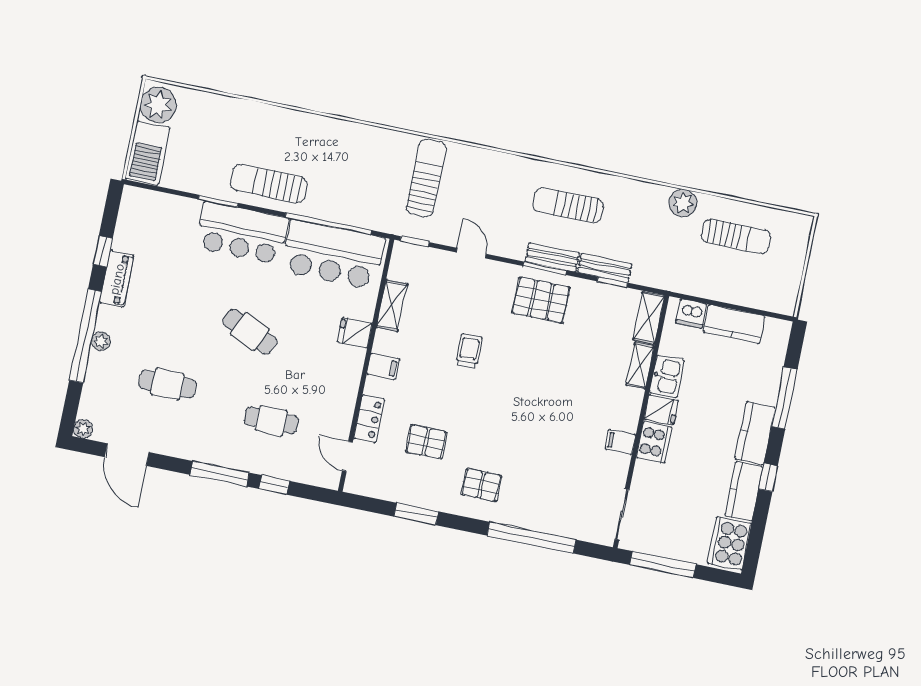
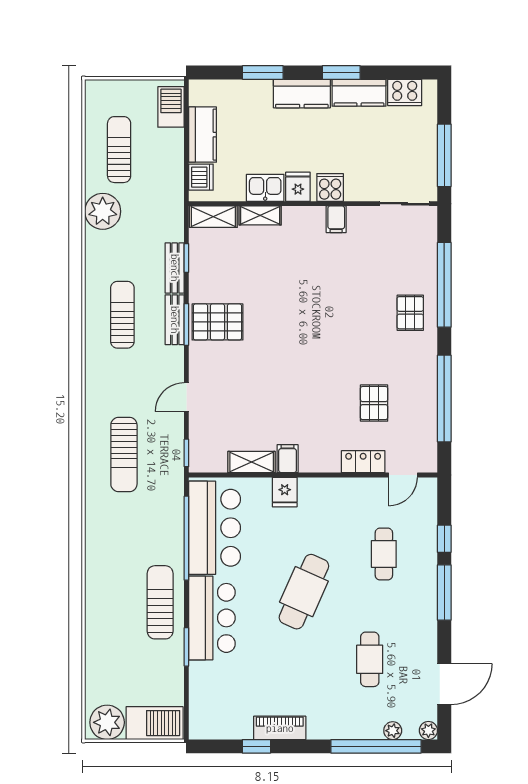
sun lounger: (426, 178) -> (124, 455), turned -90
sun lounger: (269, 184) -> (160, 602), turned 180
plant: (683, 203) -> (103, 211), width x1.36, depth x1.36
sun lounger: (568, 205) -> (122, 315), turned 180
barbecue: (769, 298) -> (171, 107), added
pallet: (541, 300) -> (217, 322), turned 90
cafe table: (250, 332) -> (304, 592), width x1.37, depth x1.35
window: (86, 336) -> (376, 746), moved
plant: (101, 341) -> (393, 731), moved
trolley: (469, 351) -> (280, 380), removed
filing cabinet: (383, 367) -> (288, 459), moved
window: (784, 398) -> (263, 73), width x0.69
cooker: (654, 442) -> (330, 187), width x0.73
window: (768, 477) -> (341, 73), width x1.50
pallet: (481, 485) -> (410, 313), moved
window: (416, 514) -> (444, 399), width x2.11
cooker: (729, 543) -> (405, 92), width x0.73, depth x0.76

